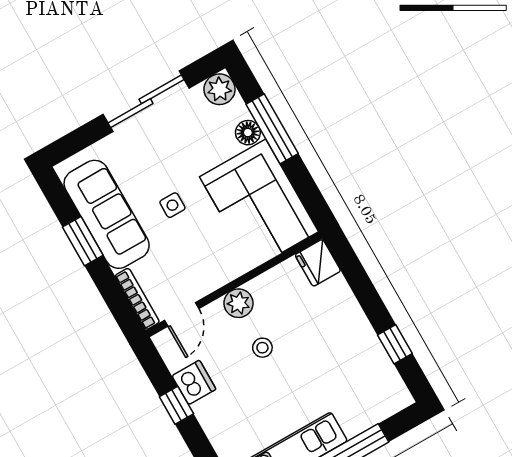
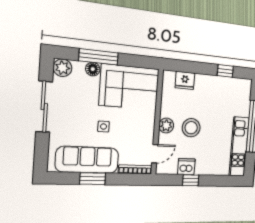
fridge: (318, 263) -> (185, 80), moved
door: (182, 314) -> (155, 154), hinge flipped
stool: (262, 348) -> (191, 128), width x1.89, depth x1.89

